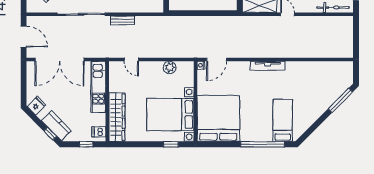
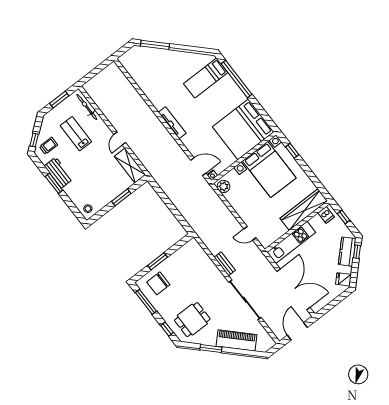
door: (131, 60) -> (250, 233), swing flipped
plant: (170, 67) -> (224, 186), moved

